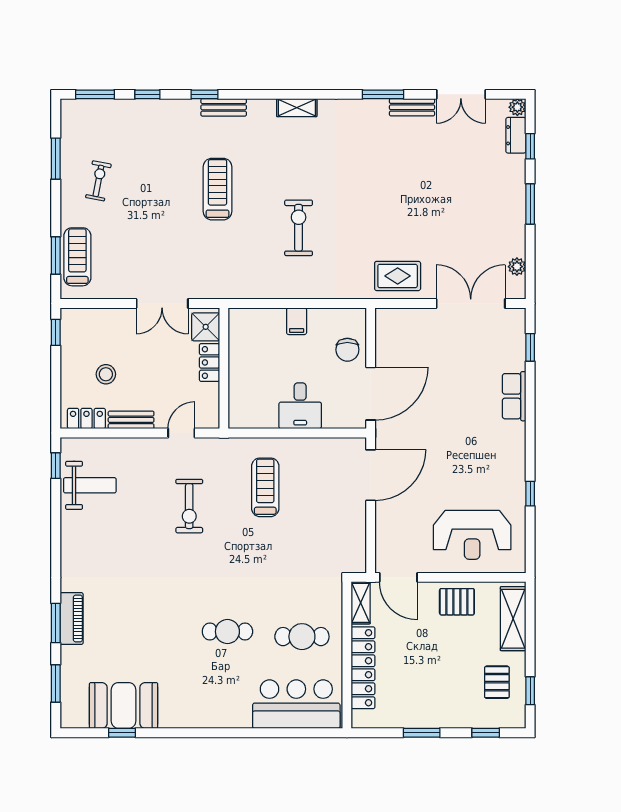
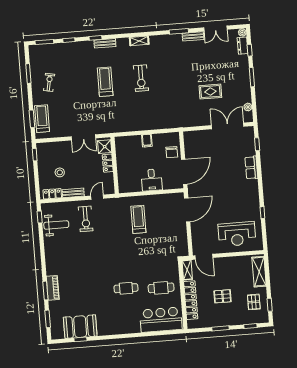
exercise bike: (299, 228) -> (141, 78), moved, turned 180
rug: (398, 276) -> (210, 92), moved
exercise bike: (189, 506) -> (86, 219), moved
pallet: (457, 602) -> (223, 296), moved

